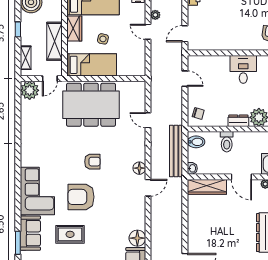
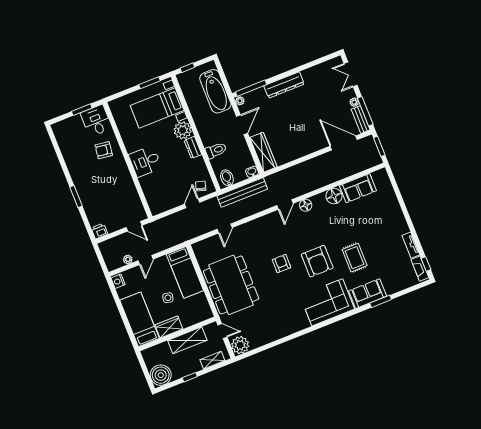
bed: (92, 65) -> (185, 272), moved, turned 180
door: (185, 79) -> (192, 203), moved
floor lamp: (139, 168) -> (306, 205), moved
door: (148, 188) -> (285, 204), swing flipped

